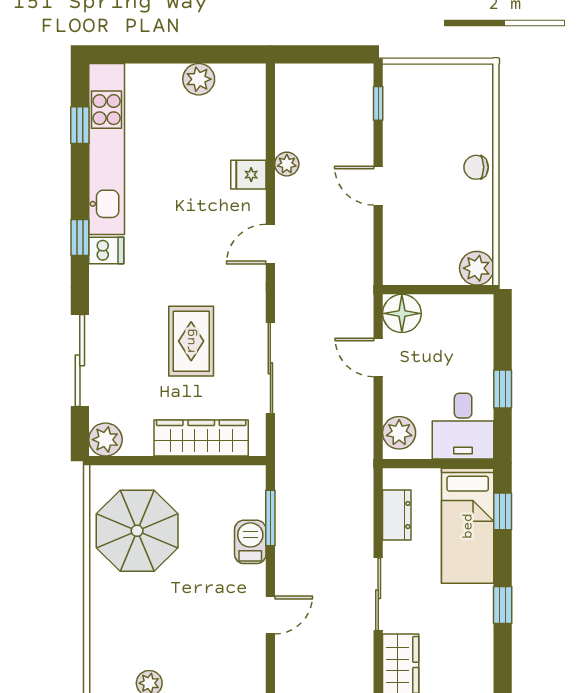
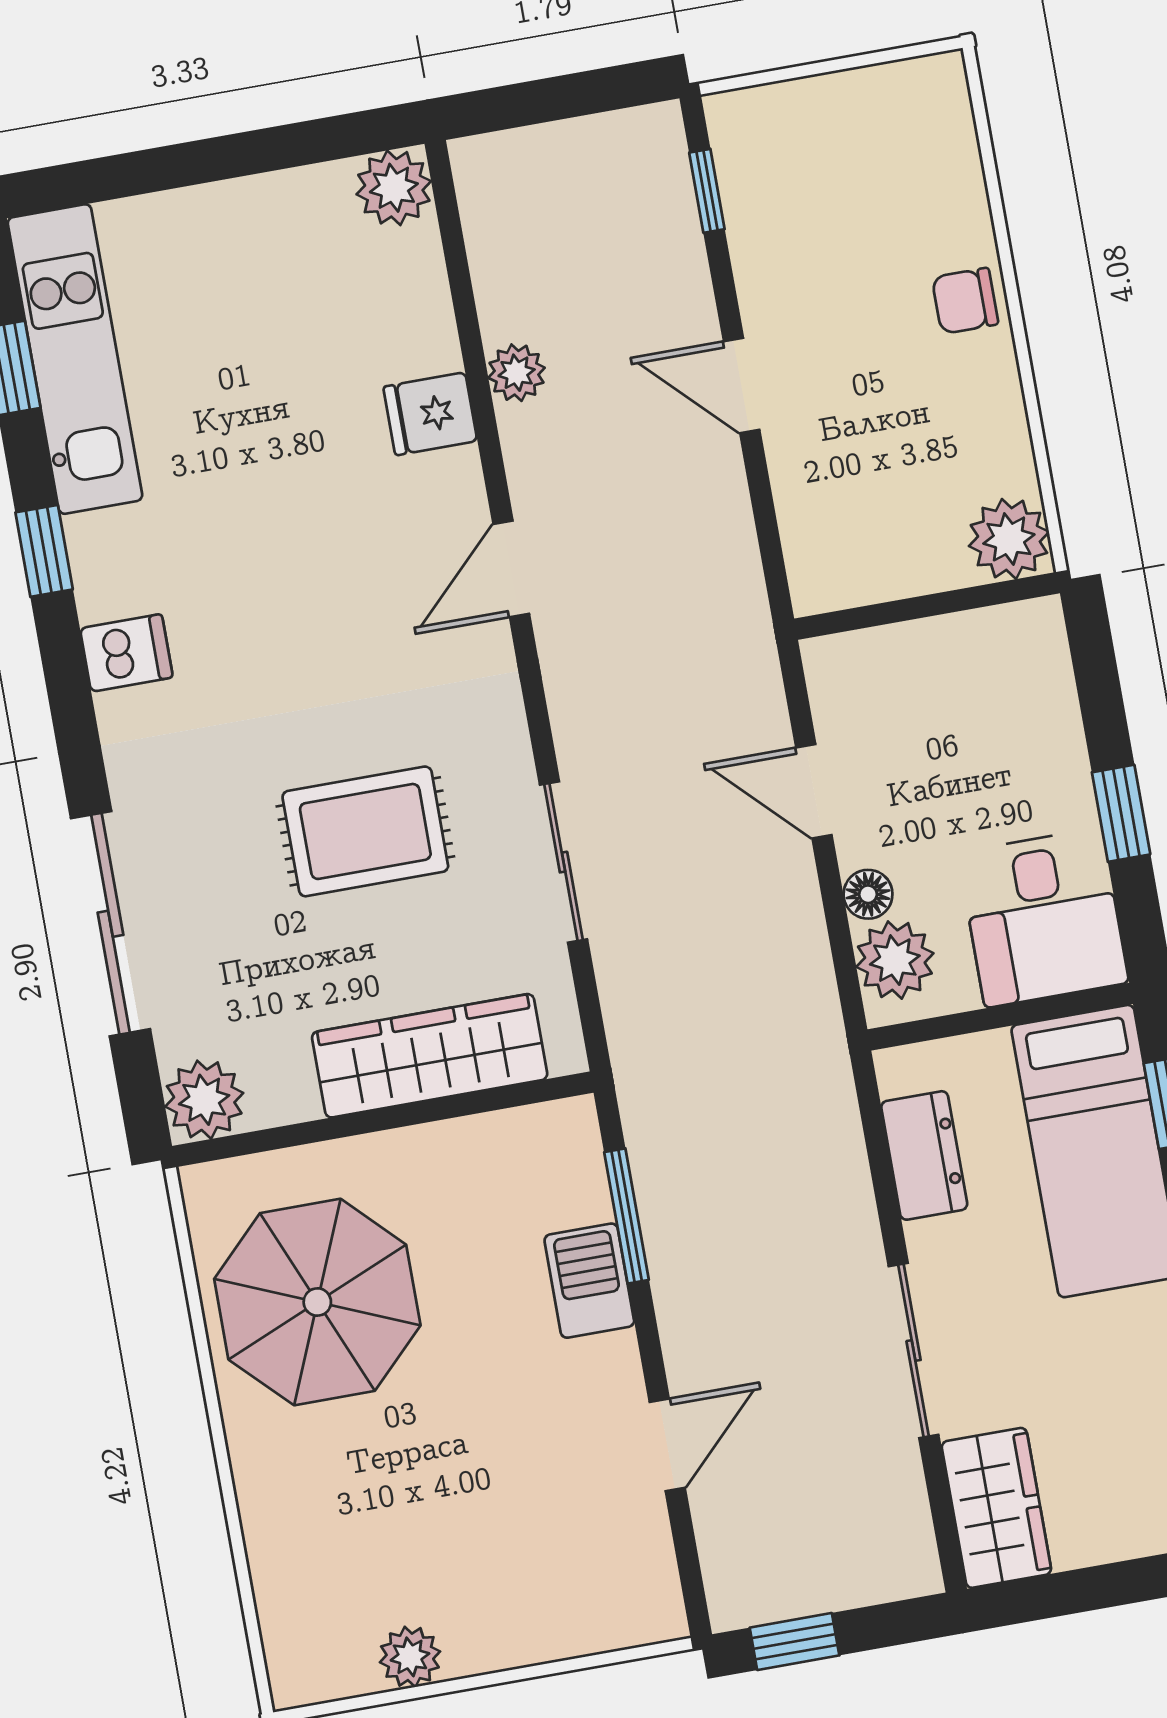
plant: (199, 79) -> (394, 188), moved
kitchen unit: (107, 149) -> (75, 359), width x0.73
window: (80, 238) -> (44, 551), moved
floor lamp: (402, 313) -> (868, 894), moved, width x0.53, depth x0.53
rug: (191, 341) -> (365, 831), turned 90
sliding door: (270, 368) -> (563, 862), width x0.73

